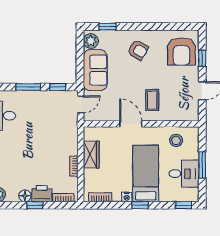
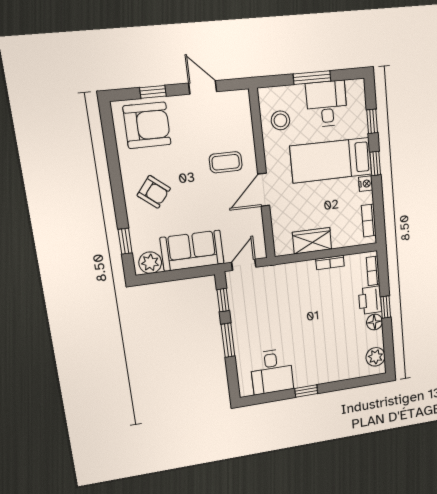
armchair: (138, 50) -> (154, 192), turned 99
door: (81, 104) -> (244, 265), hinge flipped
window: (184, 205) -> (372, 121), moved

